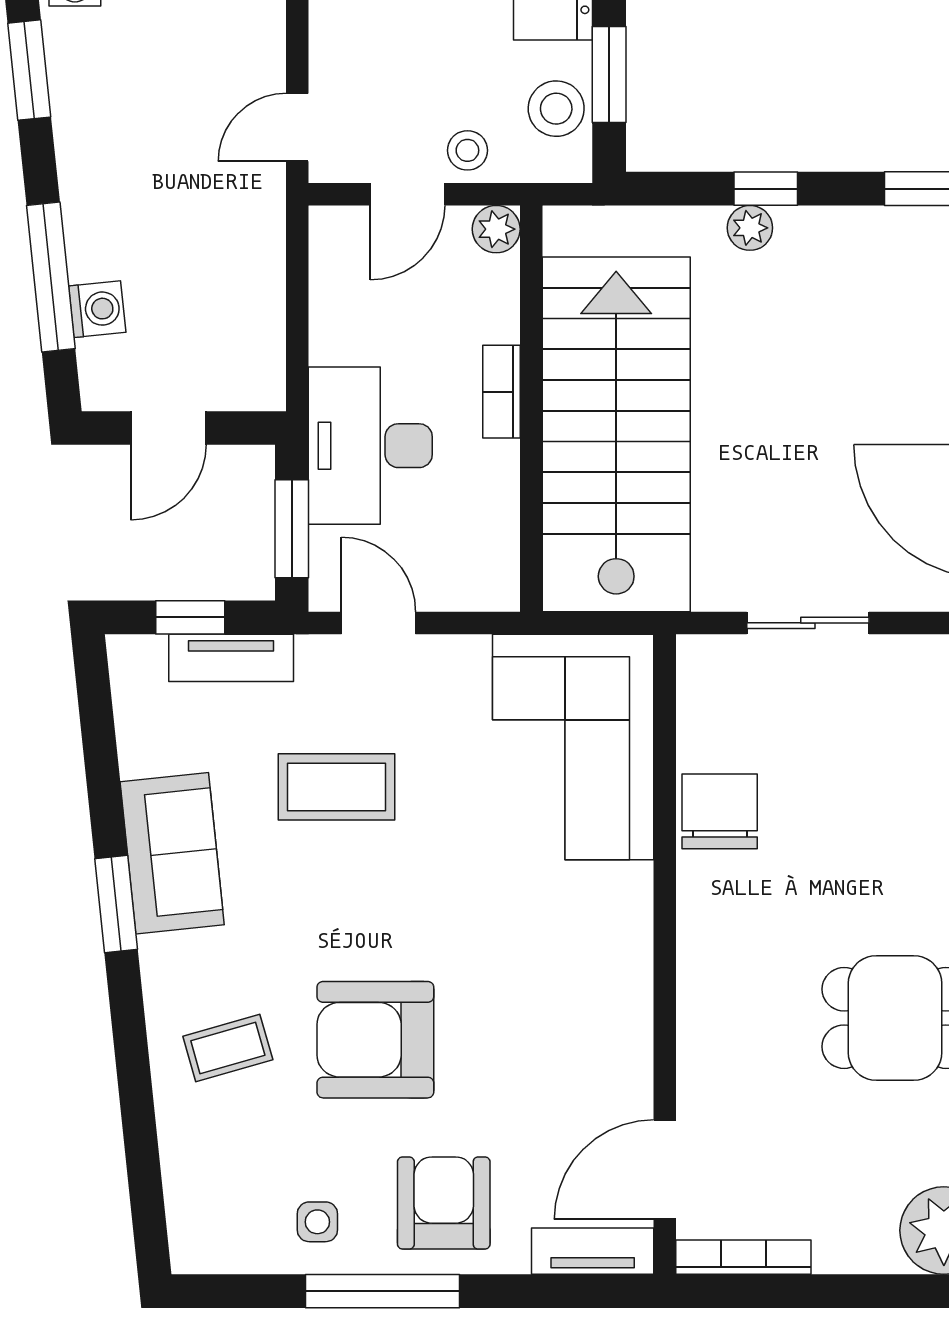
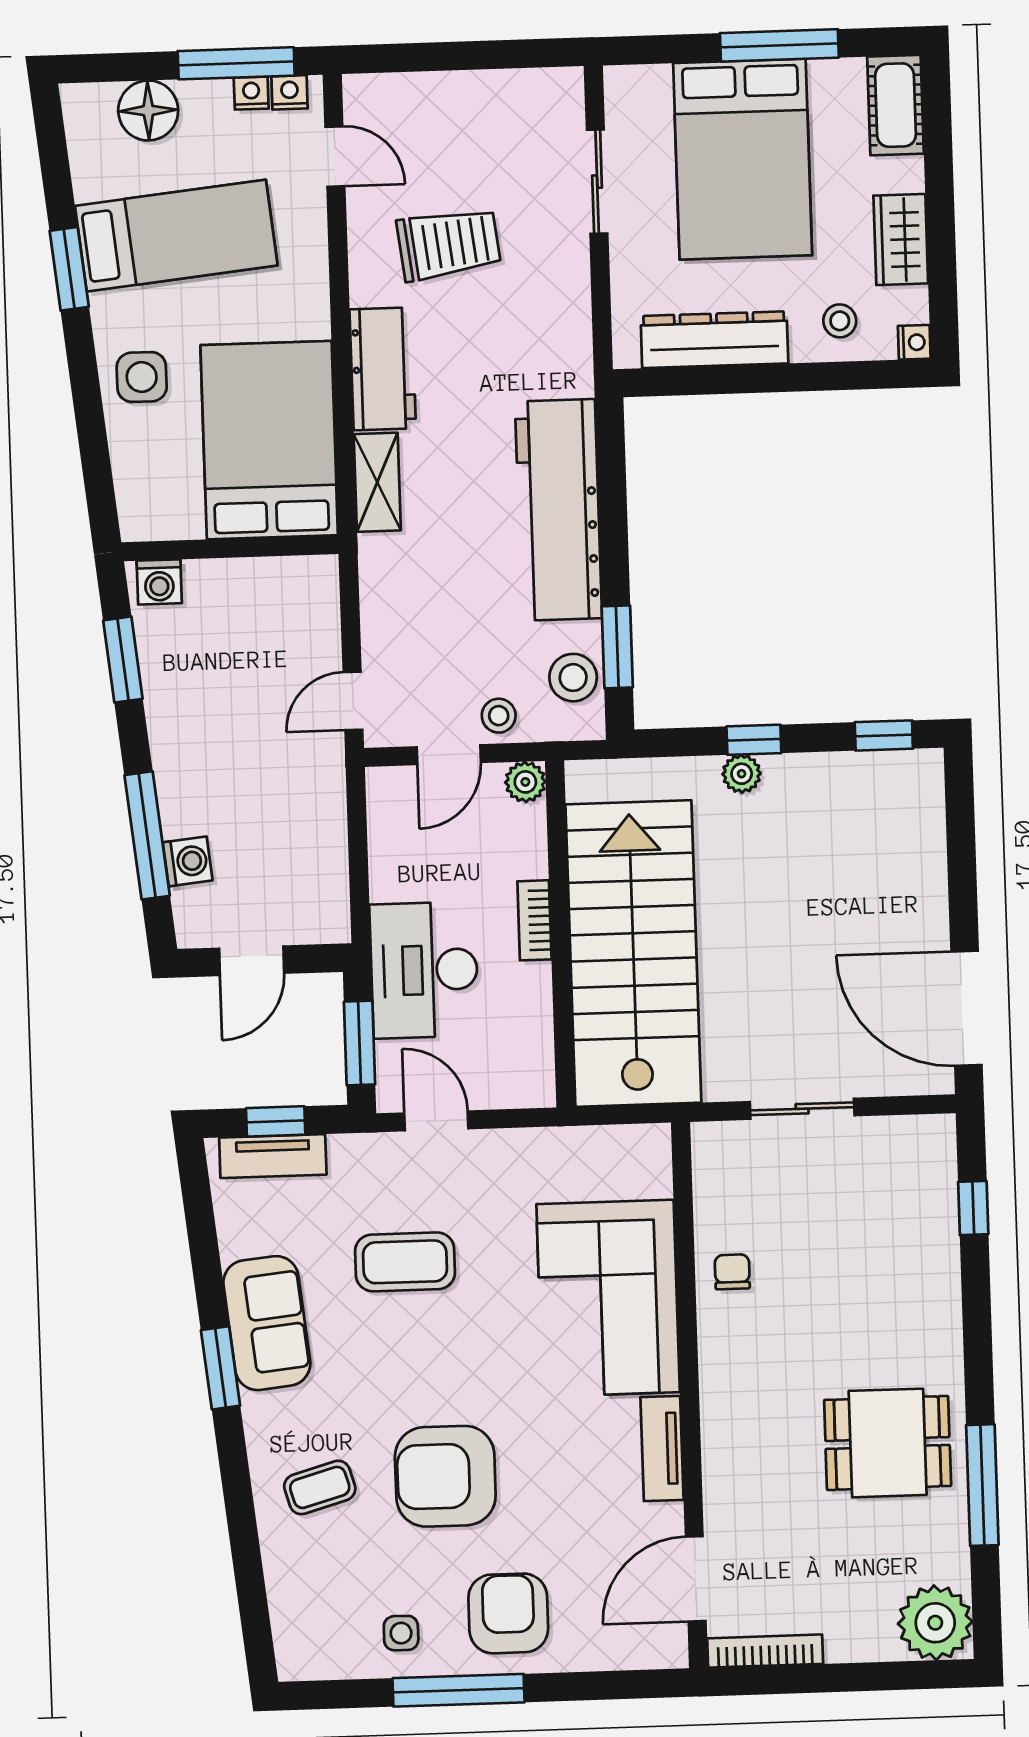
tv unit: (231, 658) -> (273, 1156), moved
corner sofa: (573, 747) -> (608, 1298), moved
chair: (720, 811) -> (732, 1272), width x0.54, depth x0.54
tv unit: (593, 1251) -> (662, 1448), moved, turned -90

